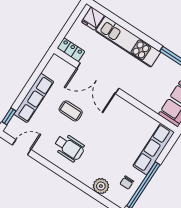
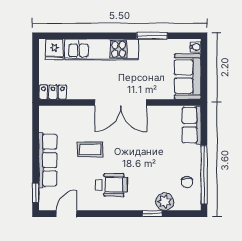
double door: (98, 78) -> (121, 102), moved
row of seats: (154, 149) -> (192, 125), width x0.68
window: (86, 189) -> (152, 214), added

